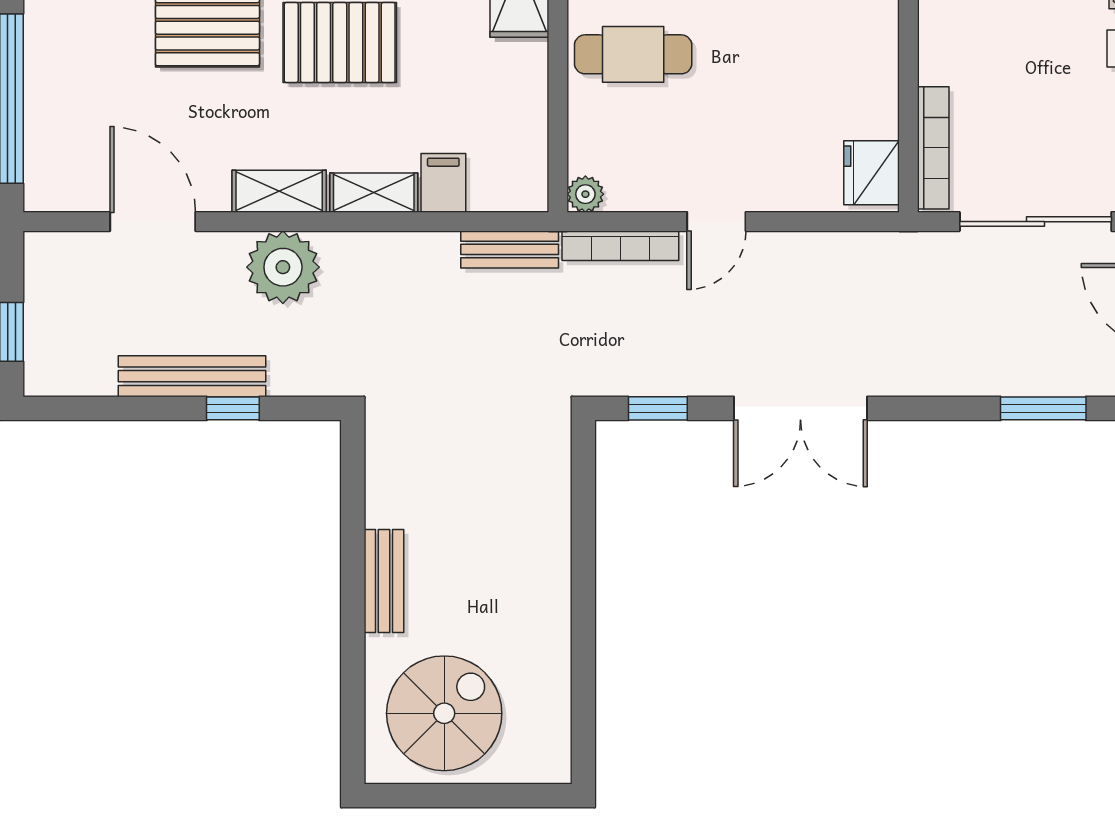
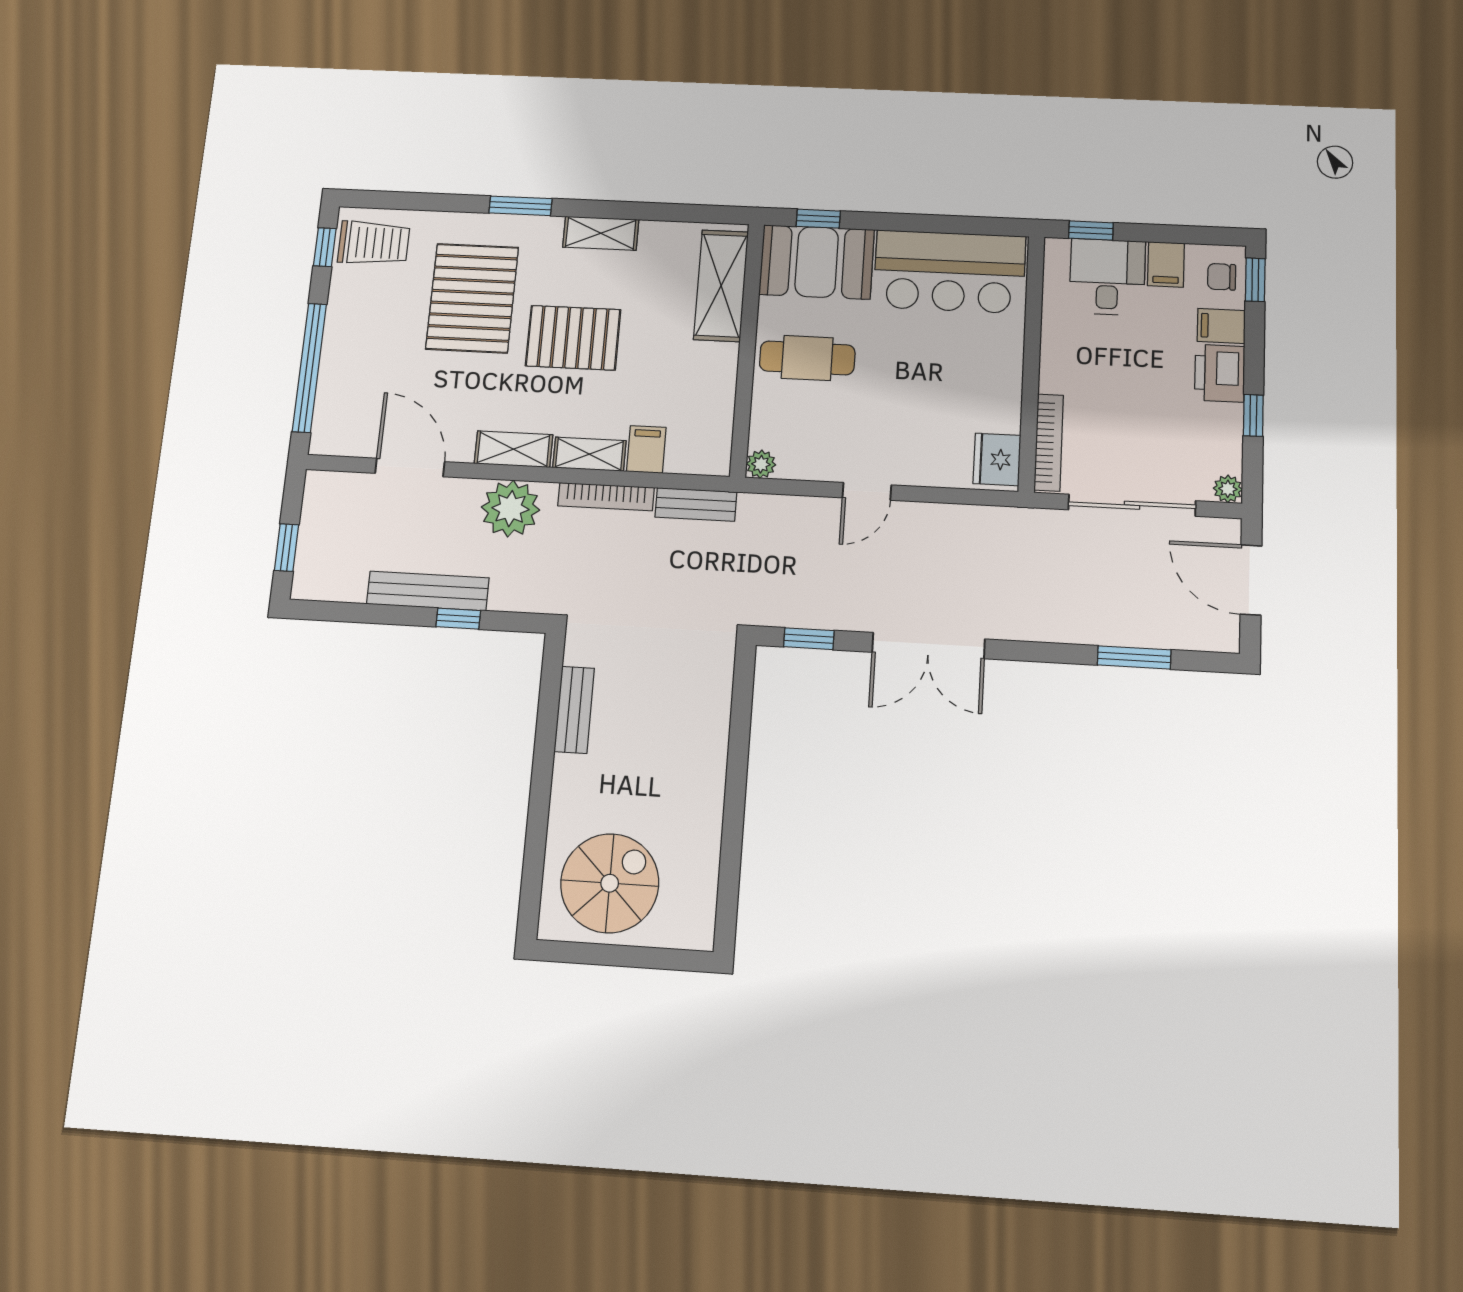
bookcase: (620, 246) -> (606, 497), moved
bench: (384, 581) -> (574, 710), moved

